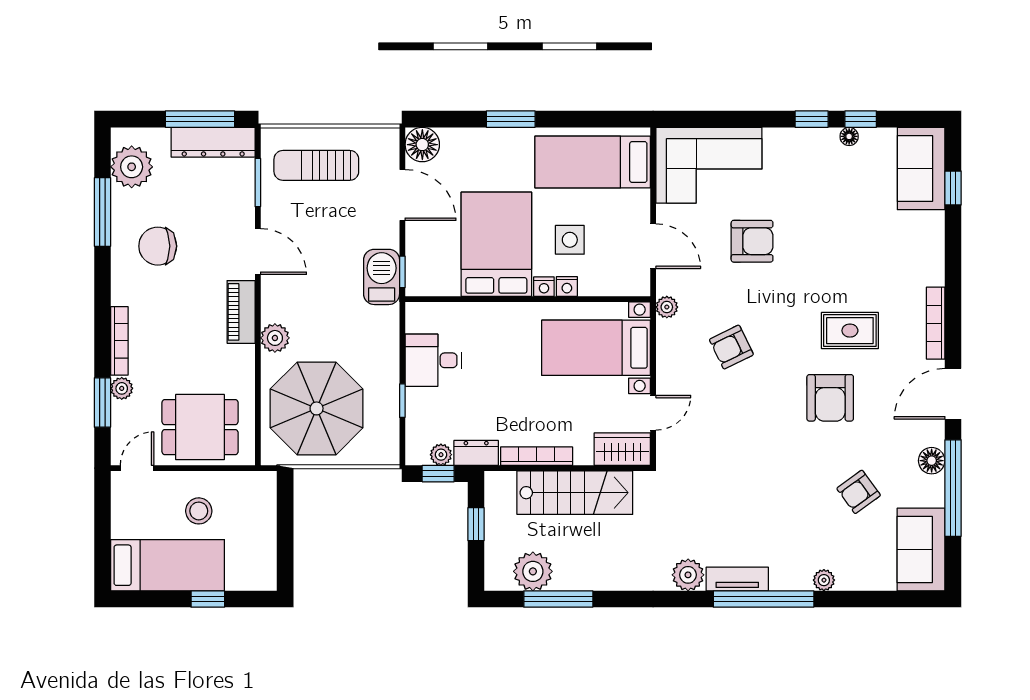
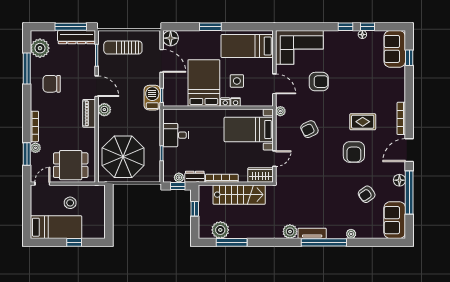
plant: (275, 338) -> (104, 110), moved

